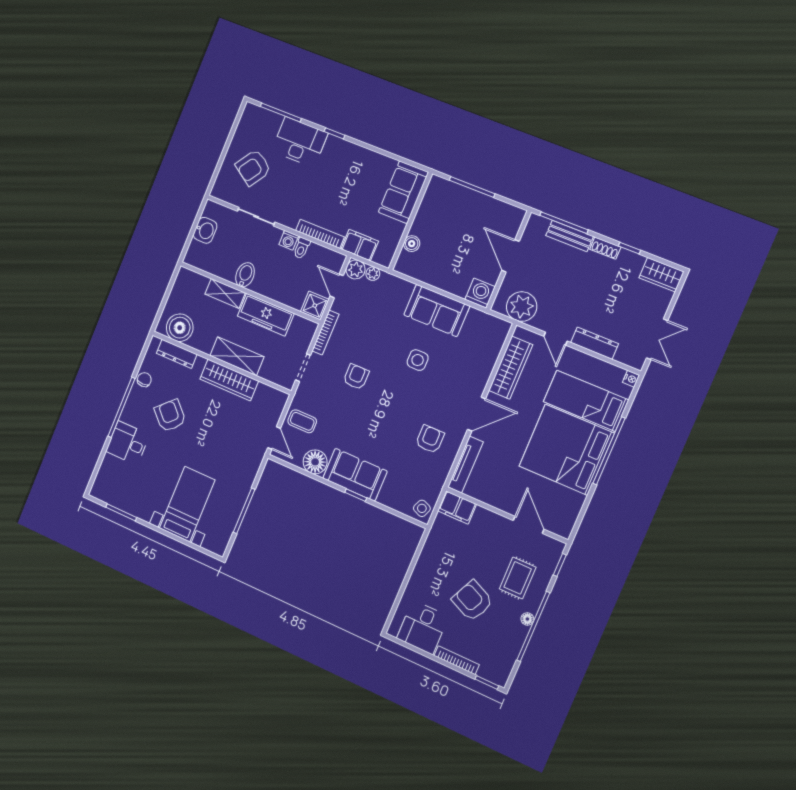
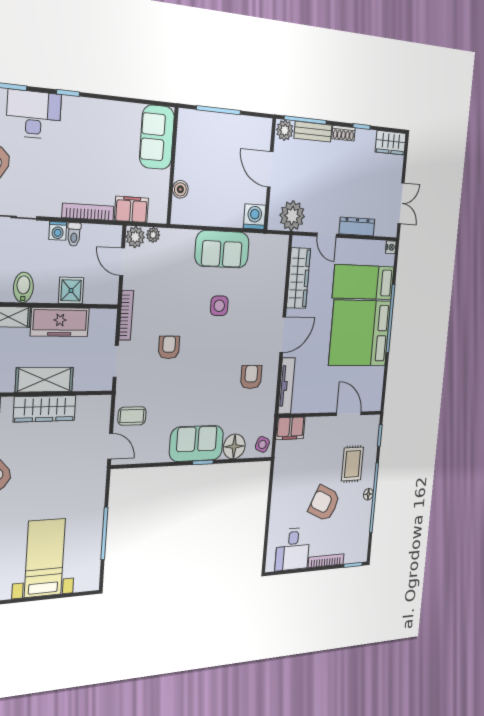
plant: (538, 225) -> (285, 130), added
shower: (315, 306) -> (71, 290), moved
floor lamp: (315, 462) -> (234, 446), moved

